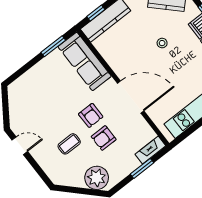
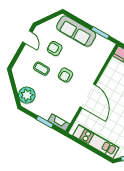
sofa: (85, 61) -> (76, 31), moved, turned -90
armchair: (104, 138) -> (55, 48), moved

